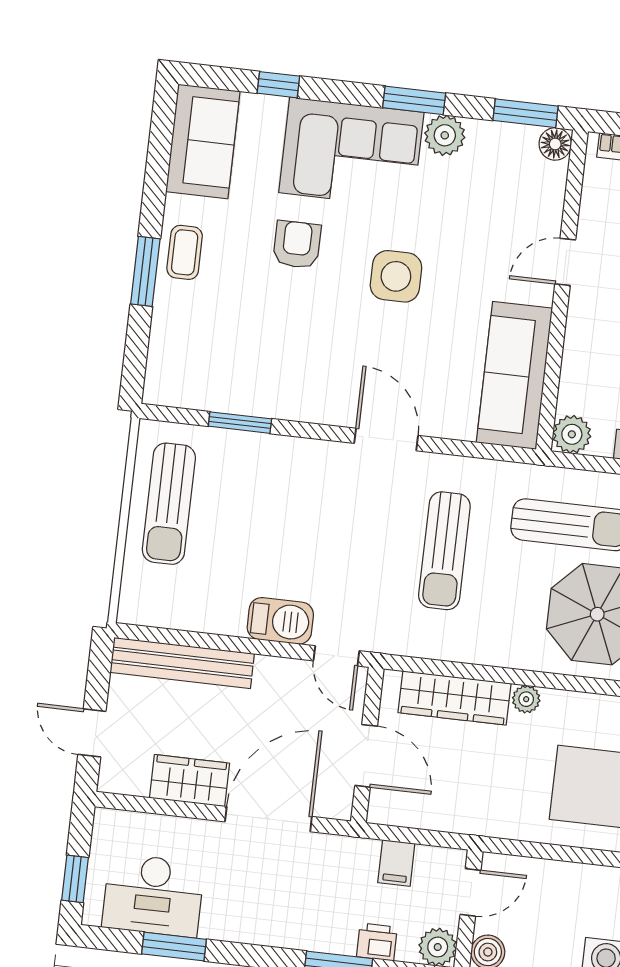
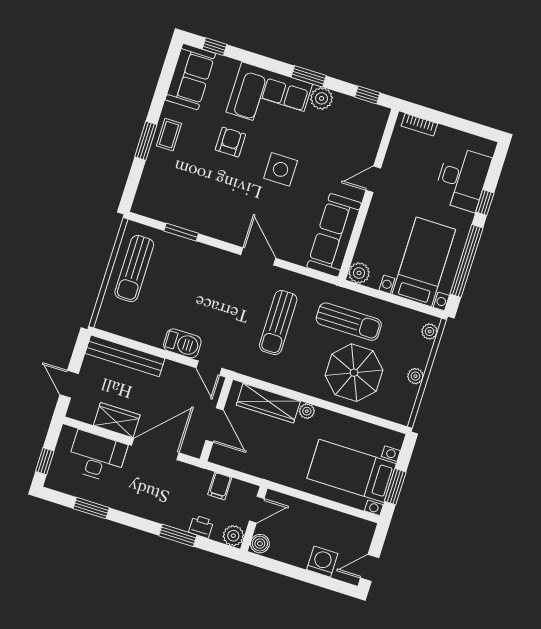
window: (278, 85) -> (214, 47), moved
window: (526, 113) -> (367, 95), width x0.67
floor lamp: (555, 144) -> (380, 115), removed
desk: (153, 895) -> (97, 457), moved, turned 180

